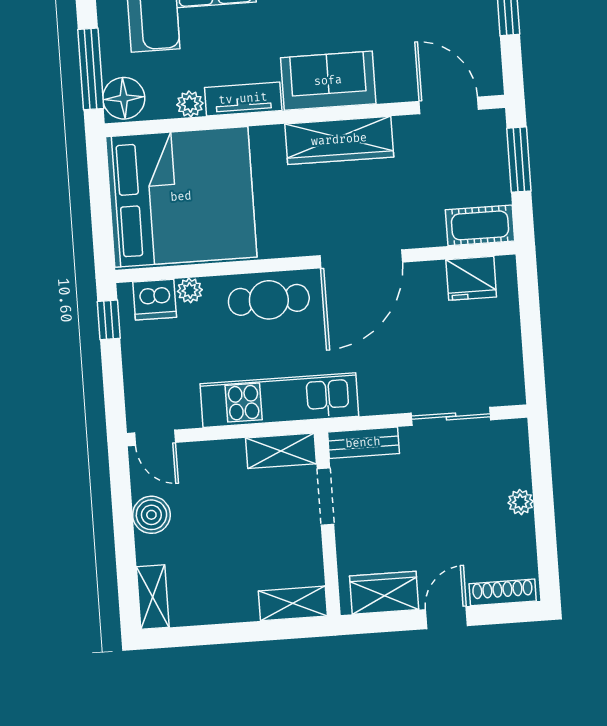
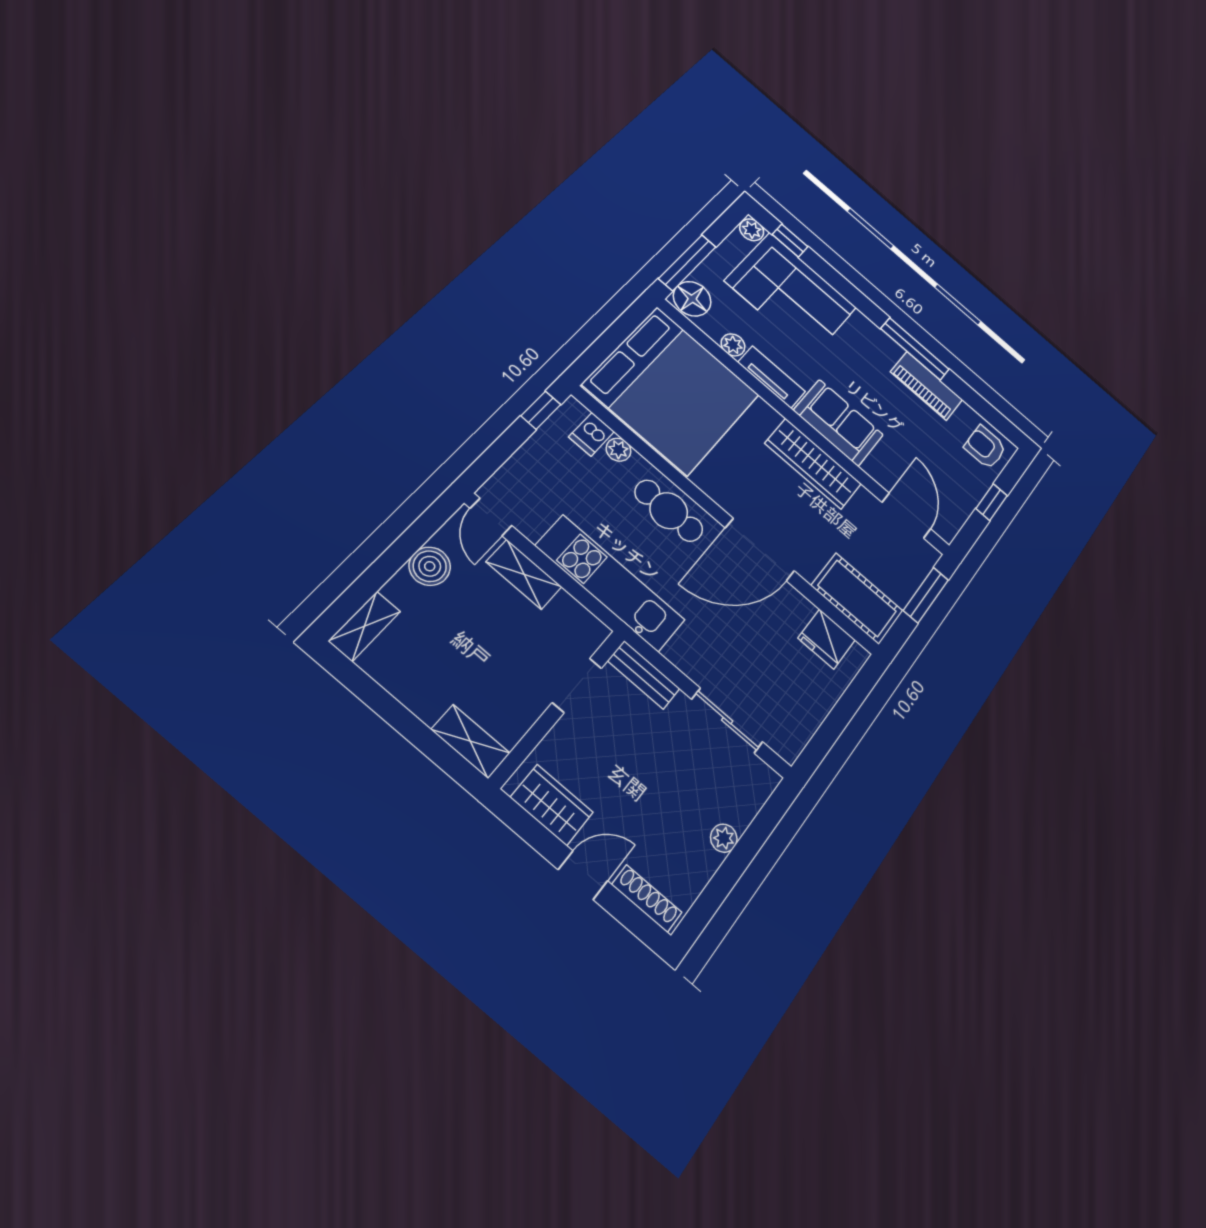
cot: (480, 225) -> (857, 598), width x1.37, depth x1.34
dishwasher: (155, 300) -> (592, 434), width x0.73
shelving: (281, 451) -> (524, 574), moved

